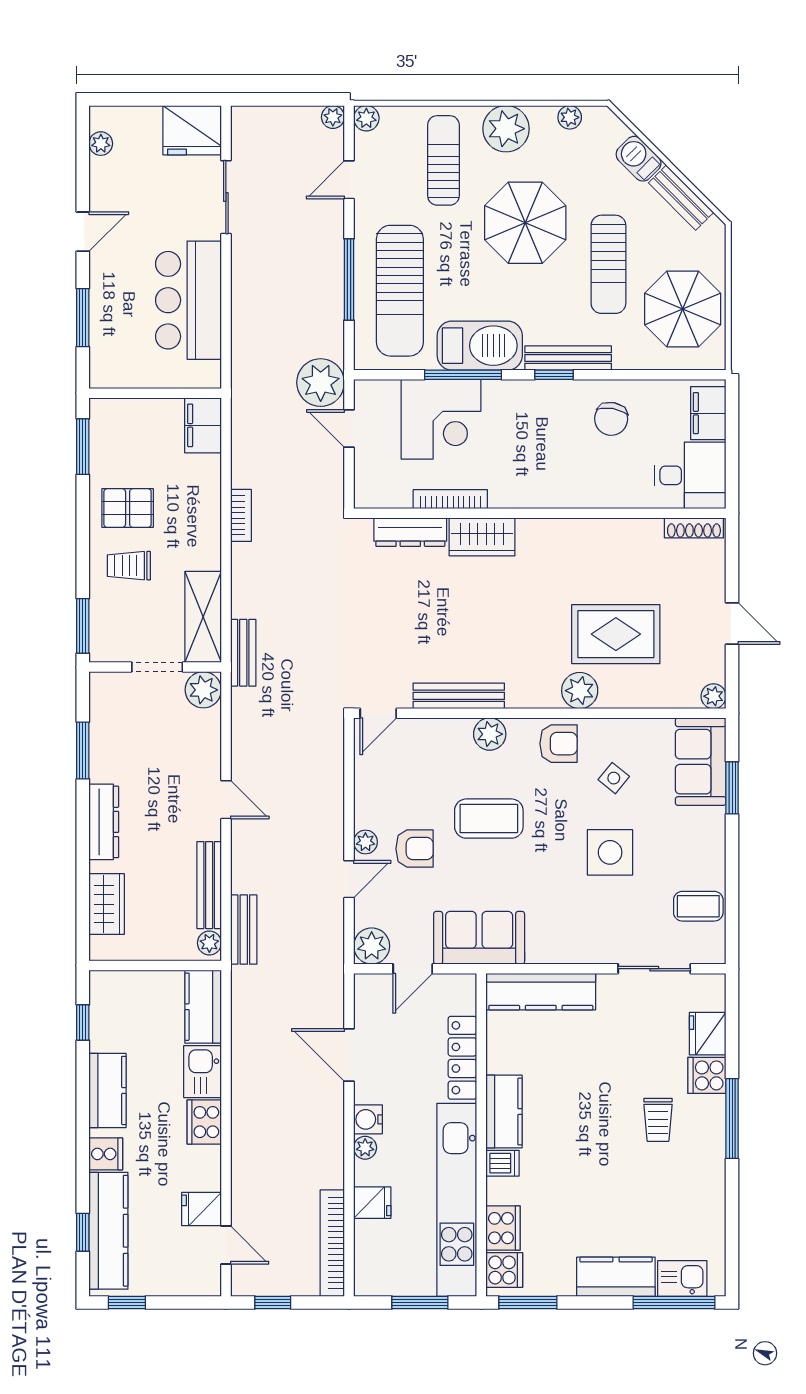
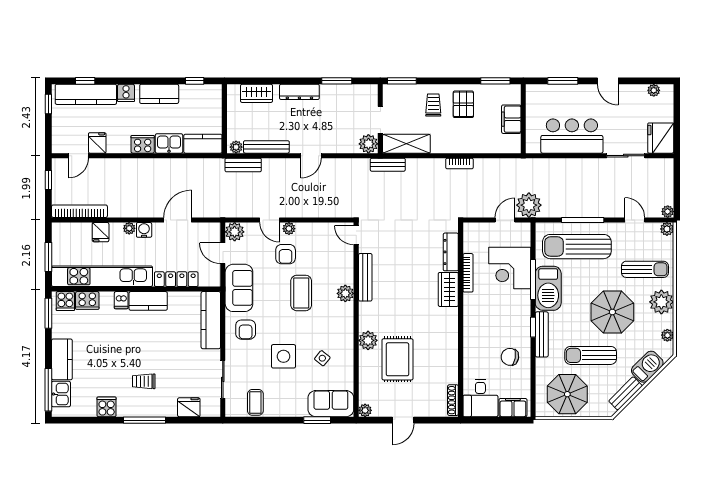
barbecue: (639, 159) -> (647, 367), width x1.38, depth x1.27
filing cabinet: (203, 425) -> (511, 119), moved, turned -90
armchair: (559, 744) -> (246, 330), moved
cooker: (707, 1075) -> (107, 407), moved

